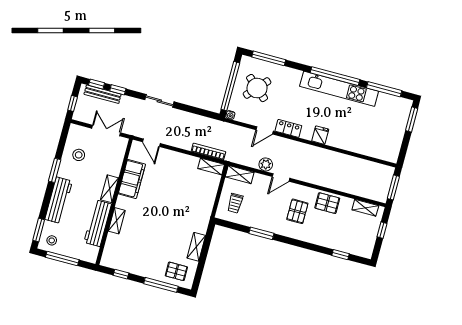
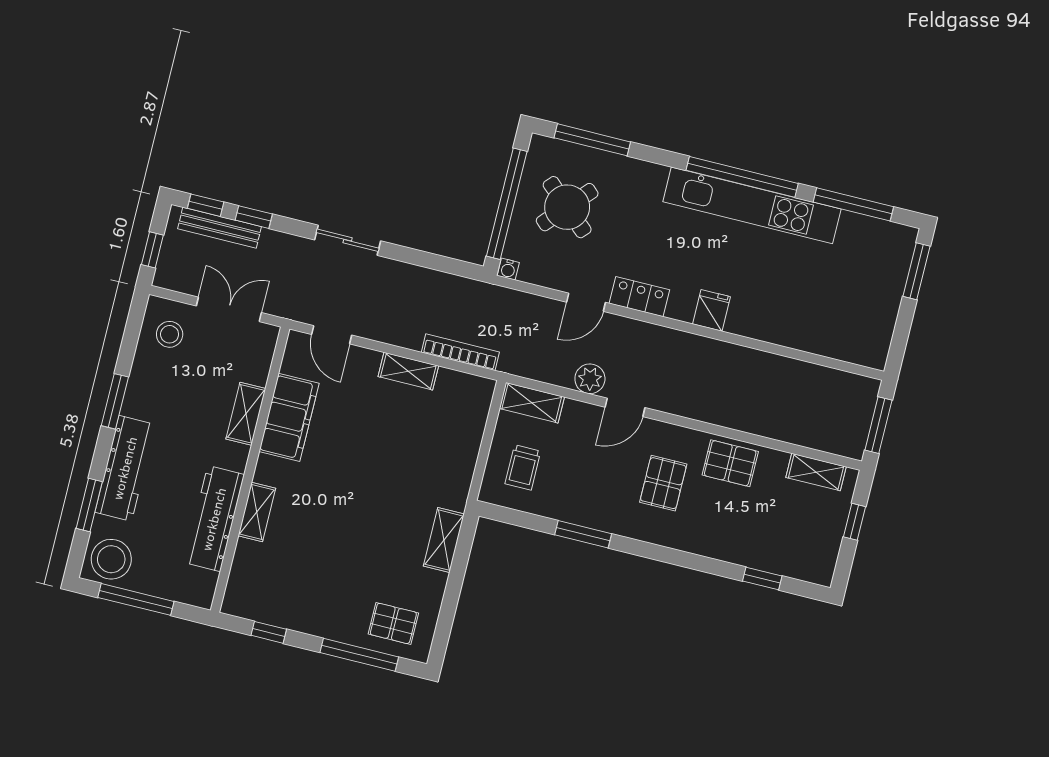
stool: (79, 155) -> (170, 334), moved
shelving: (211, 166) -> (408, 371), moved
shelving: (110, 189) -> (246, 414), moved
window: (39, 230) -> (89, 505), moved
stool: (52, 240) -> (111, 559), width x1.89, depth x1.89
shelving: (196, 247) -> (444, 540), moved

